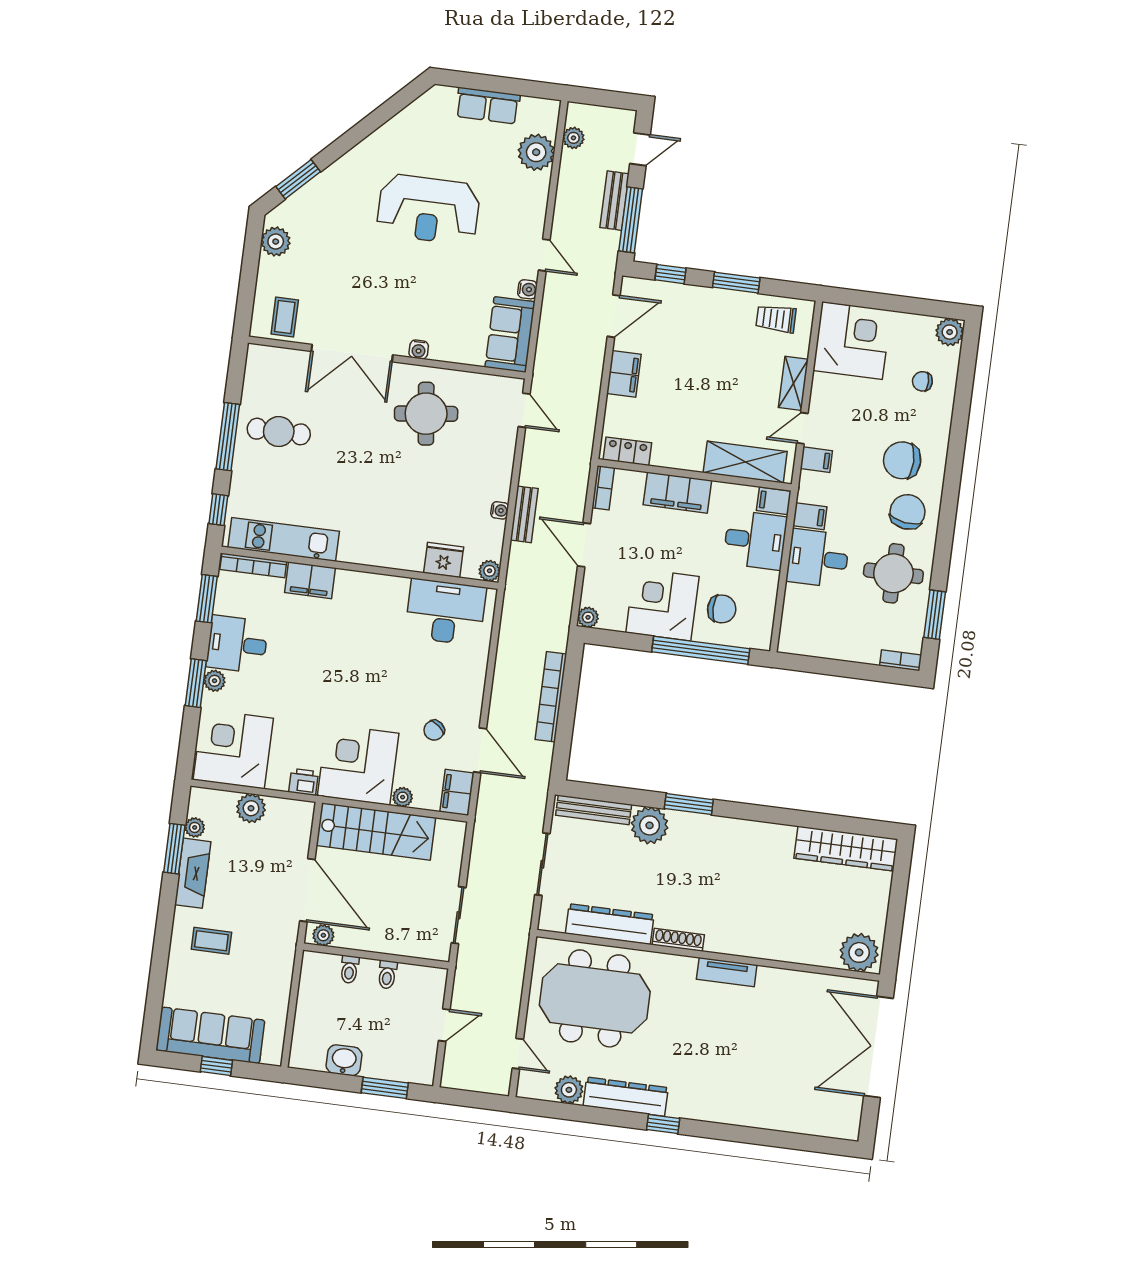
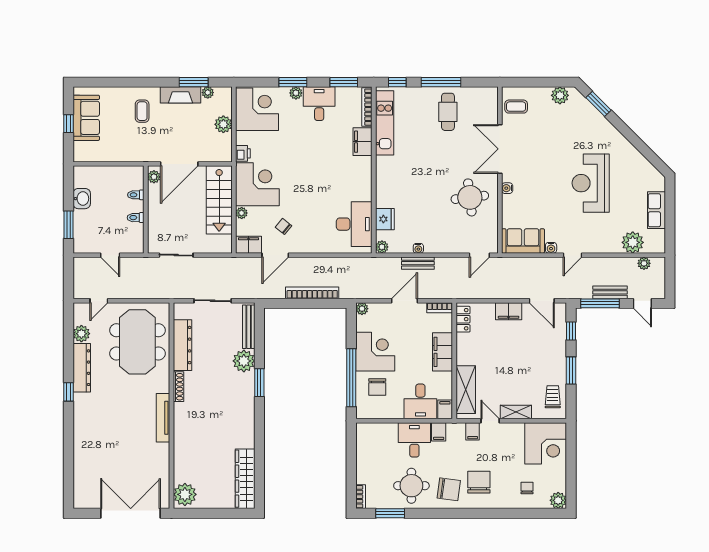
tv unit: (727, 972) -> (163, 418), width x1.41
sofa: (211, 1035) -> (86, 118), width x0.73

